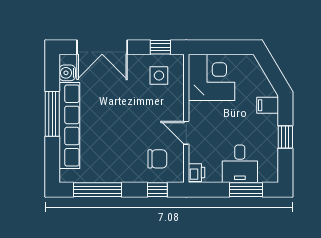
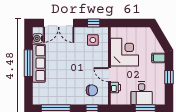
corner desk: (212, 77) -> (125, 52), moved
row of seats: (69, 125) -> (39, 63), width x0.73
printer: (197, 173) -> (115, 88), moved

